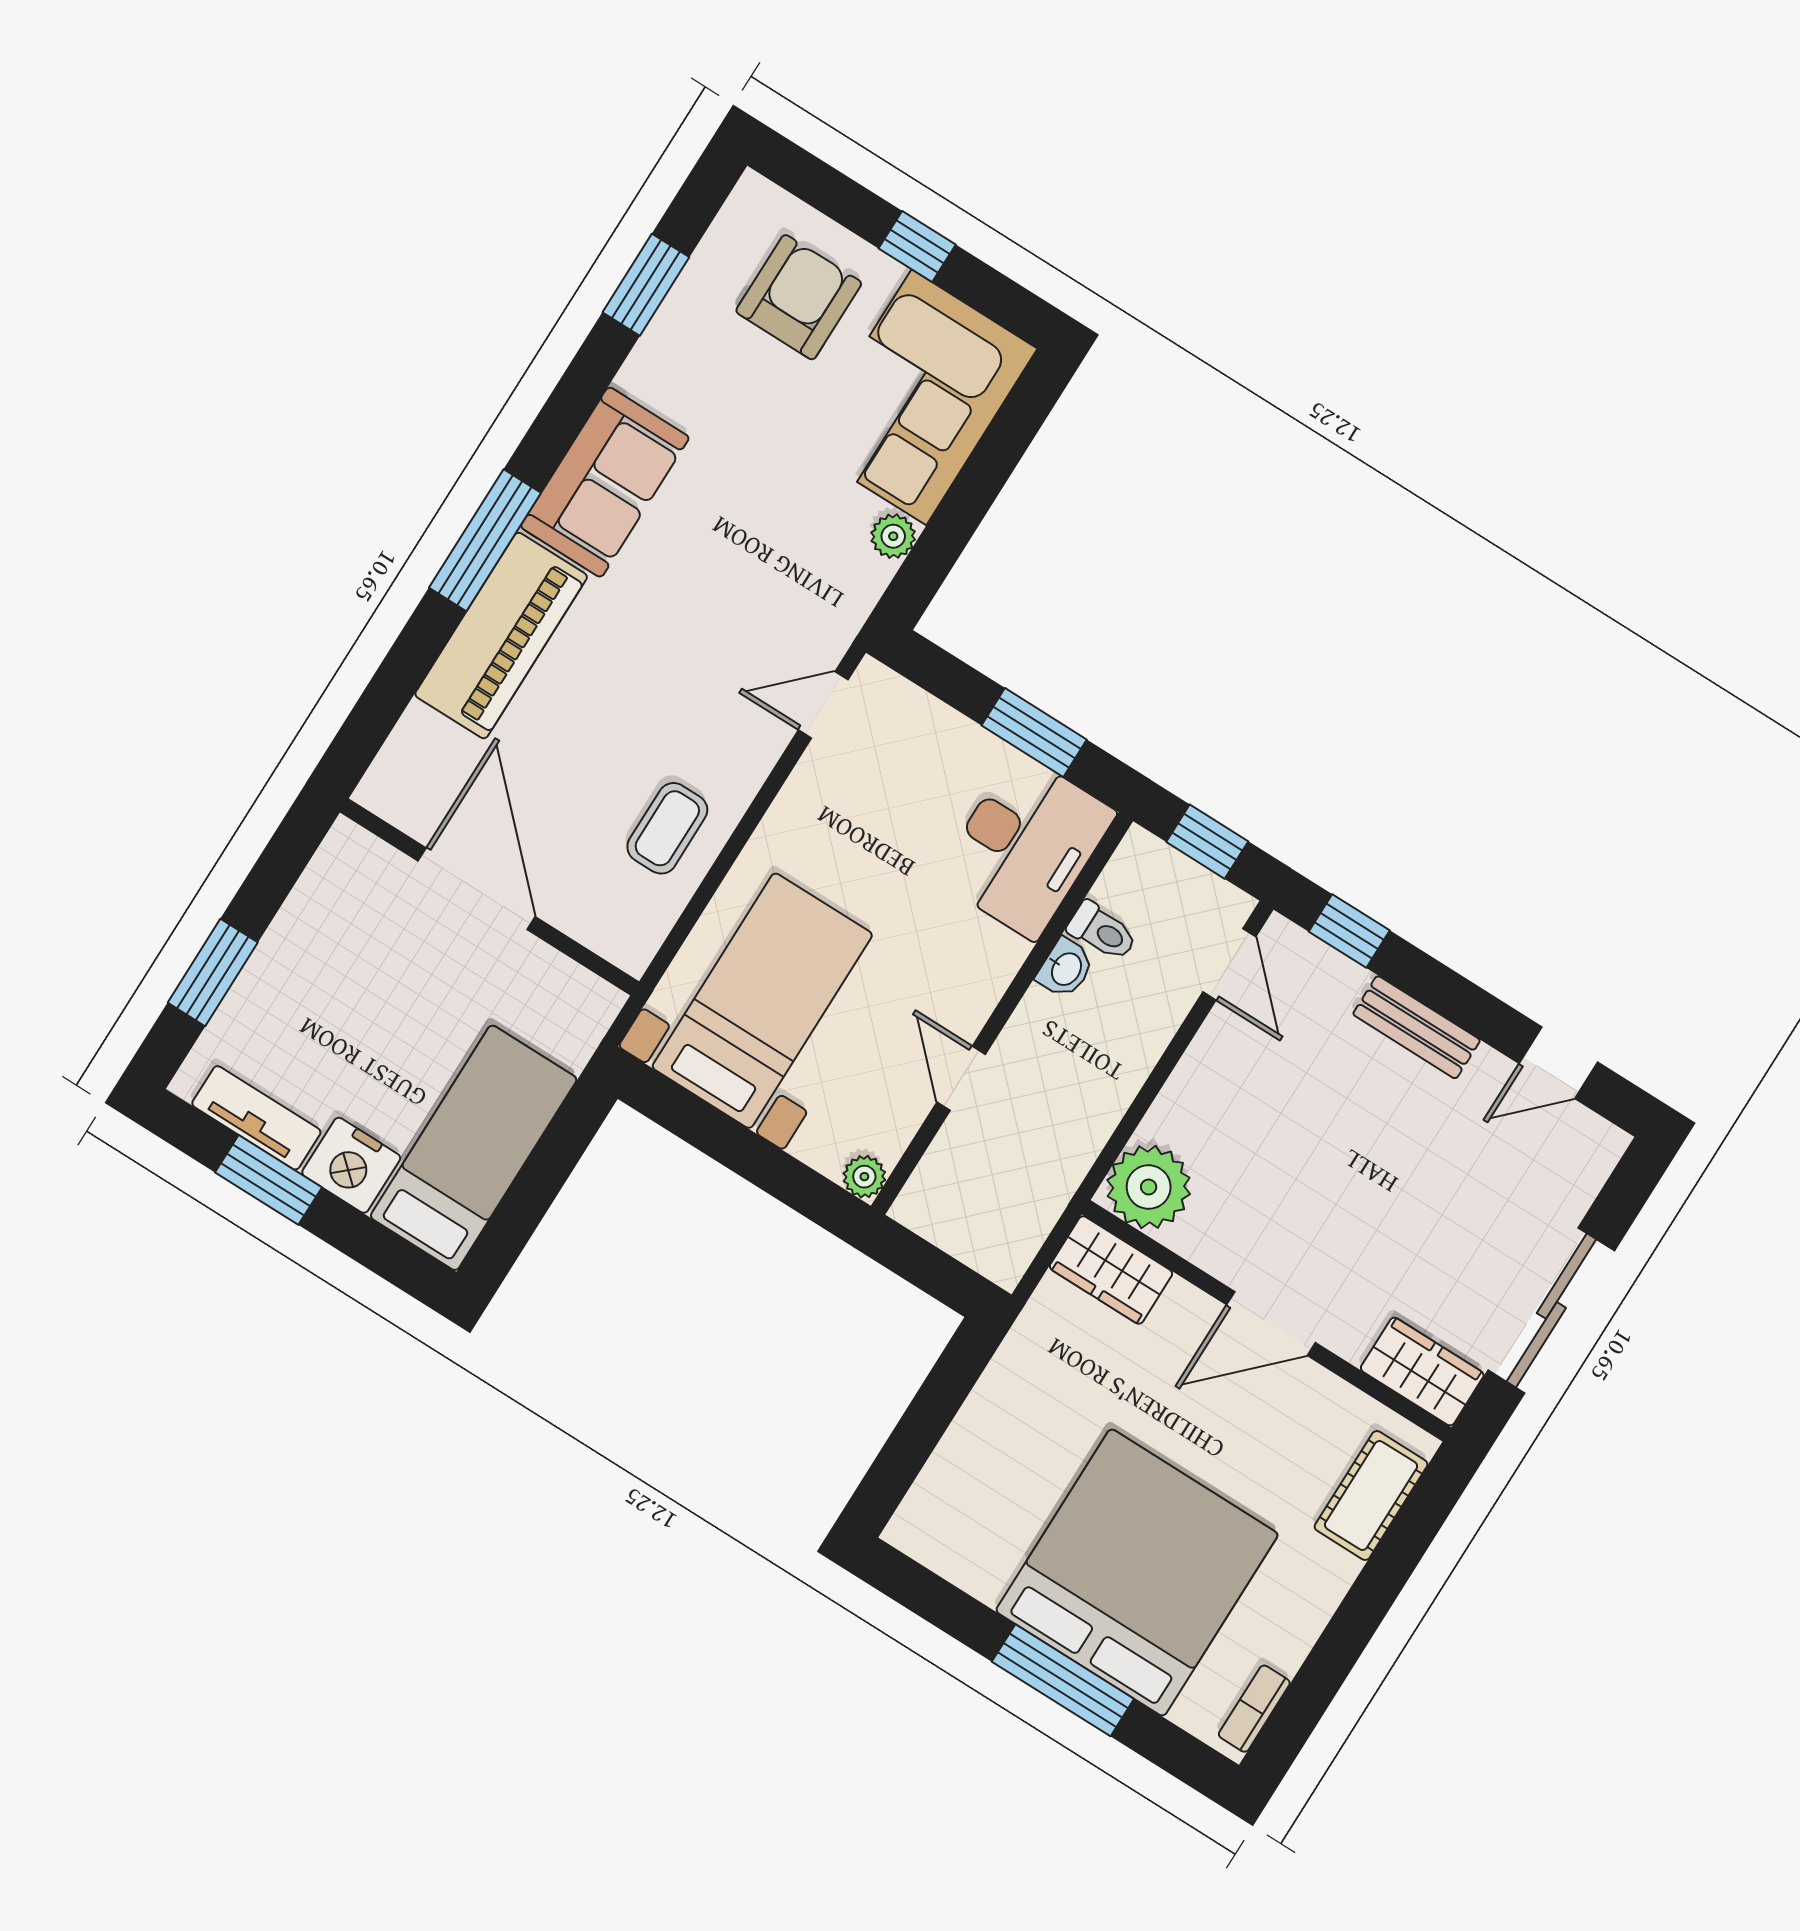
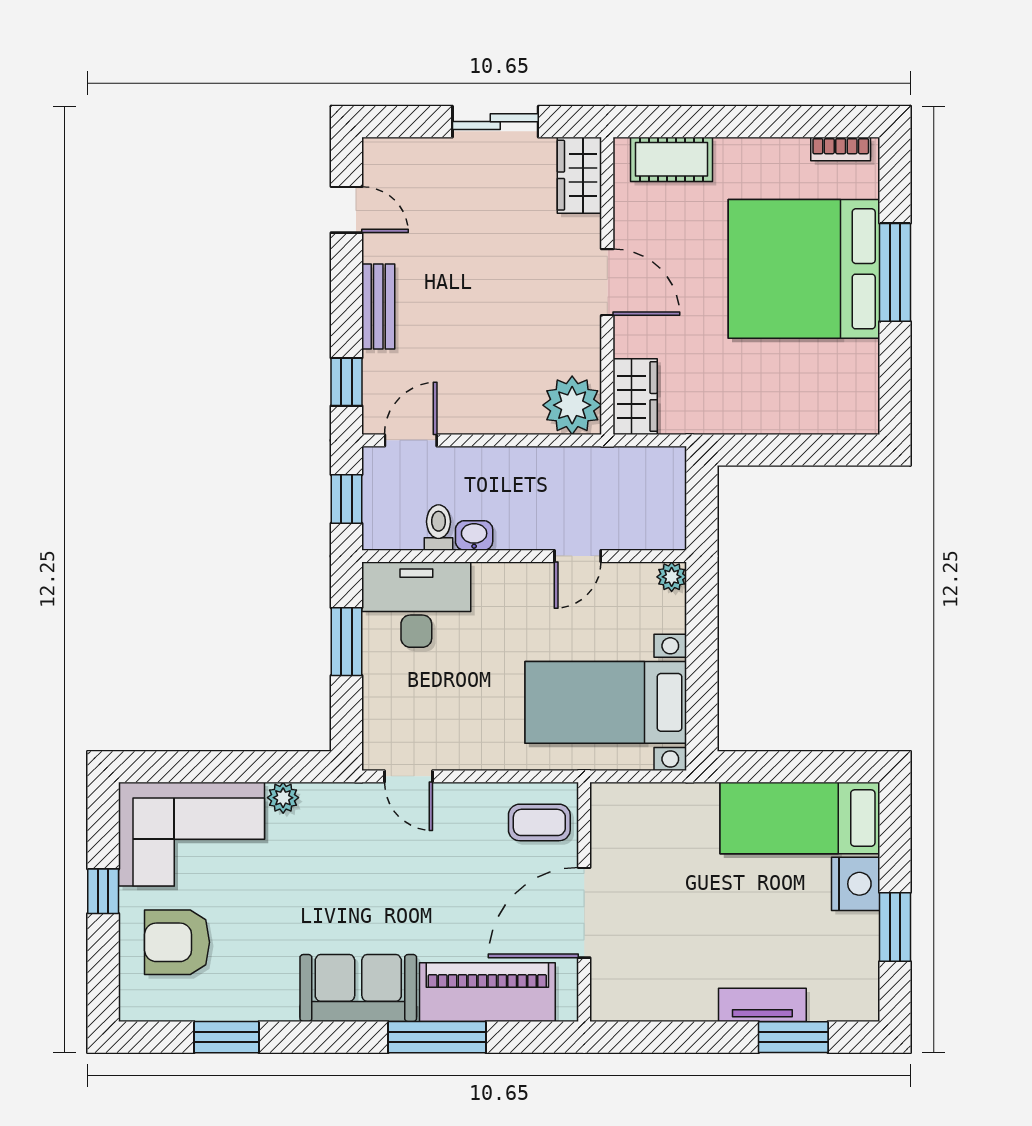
door: (477, 889) -> (584, 913), moved
wall: (489, 897) -> (584, 902), moved
tv unit: (256, 1118) -> (762, 1005), moved, turned 90
sliding door: (1551, 1310) -> (495, 122), width x0.73

